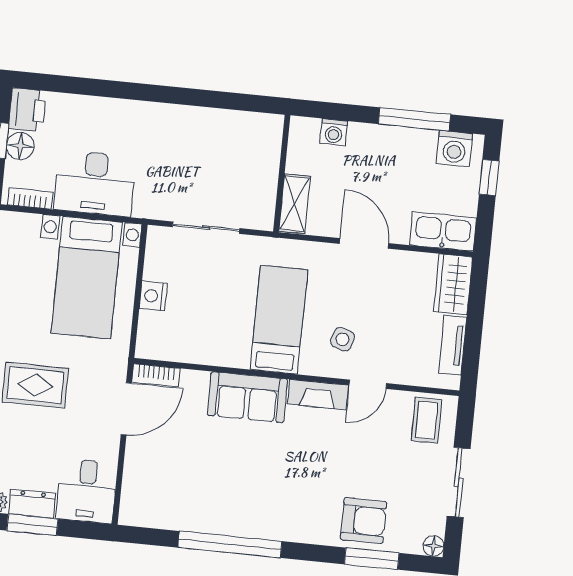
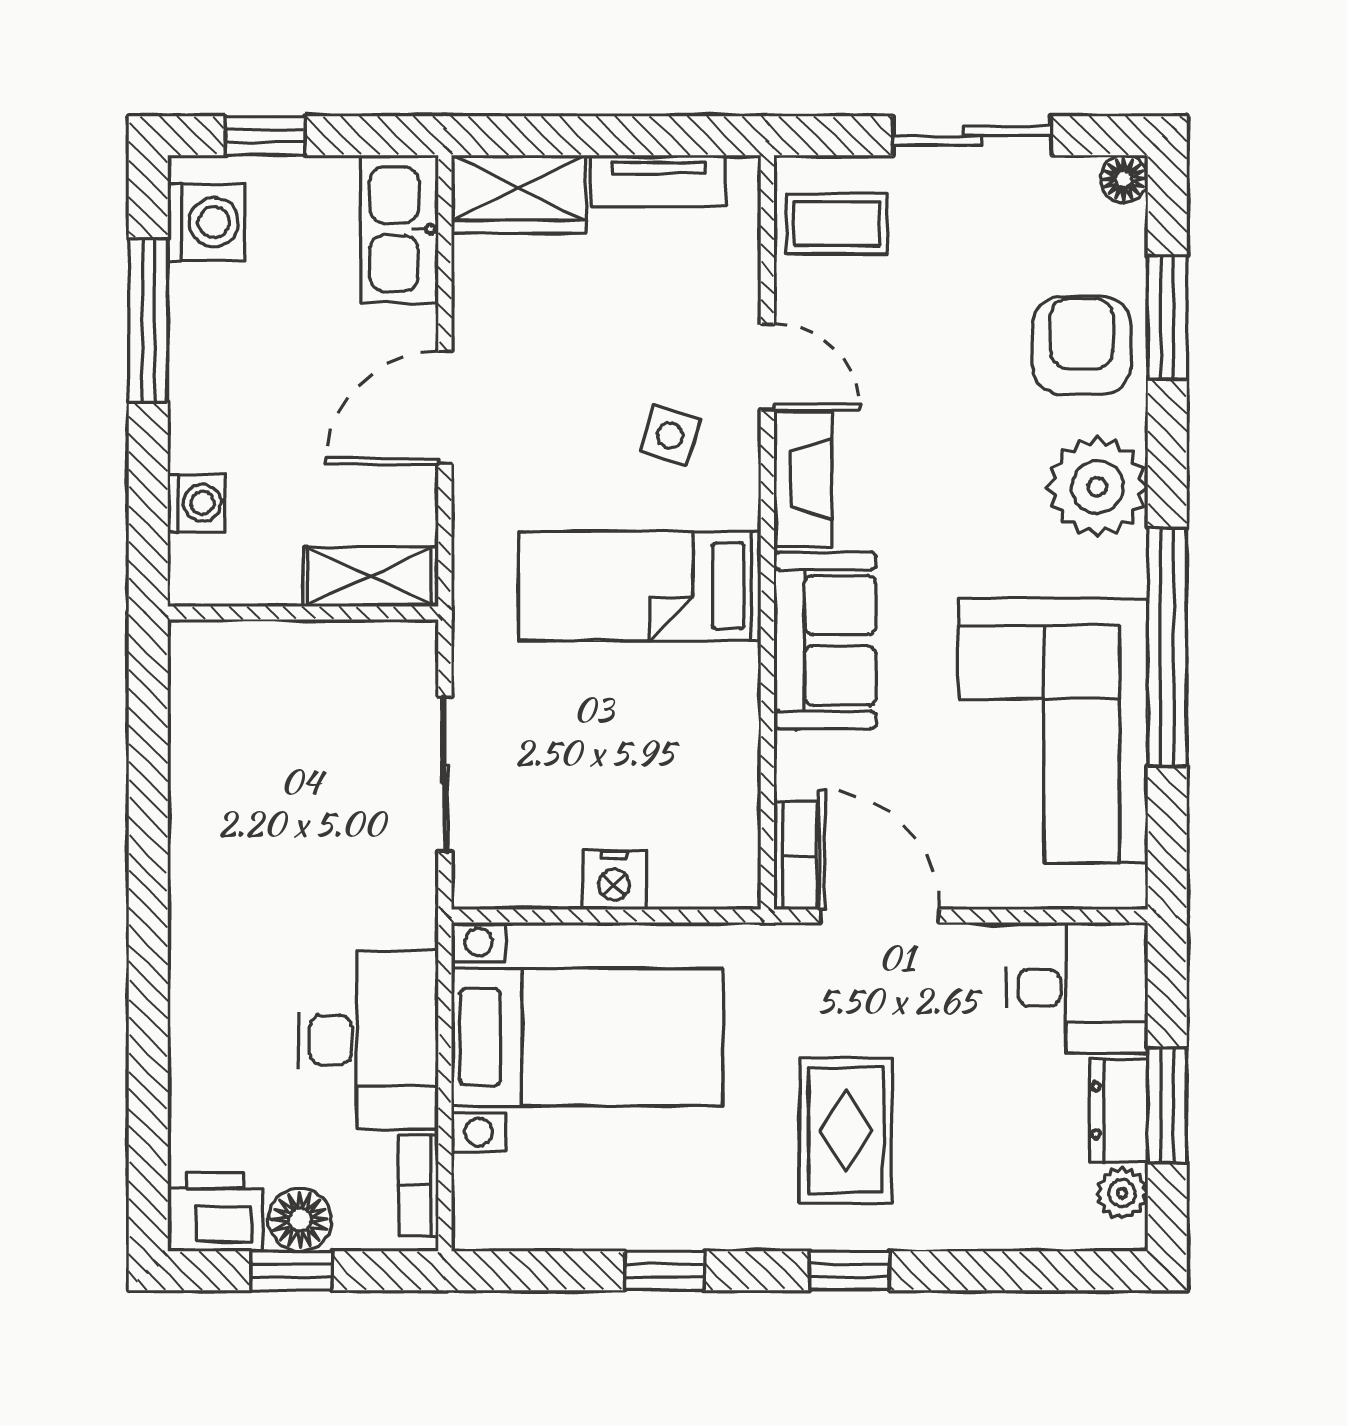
corner sofa: (199, 492) -> (1053, 731), added
plant: (302, 521) -> (1097, 487), added

